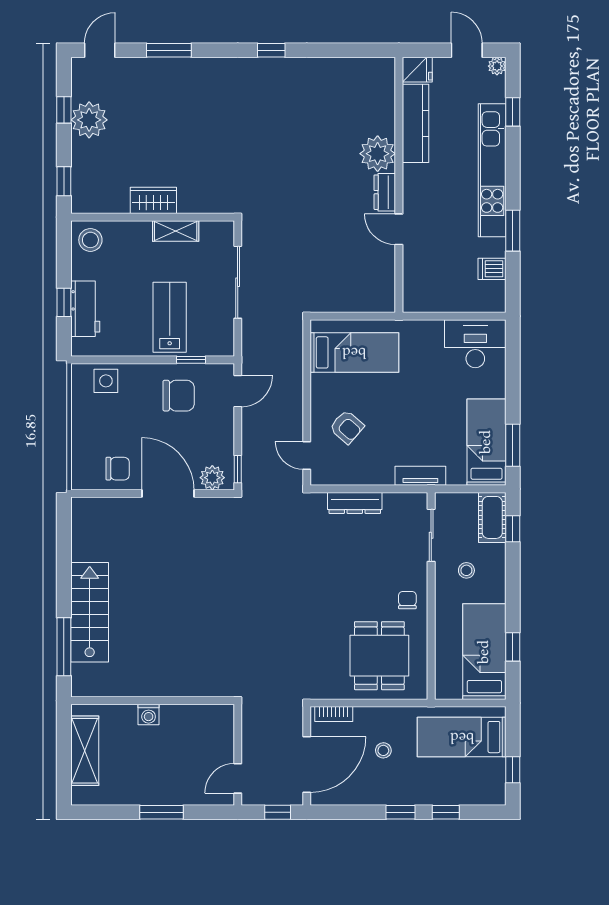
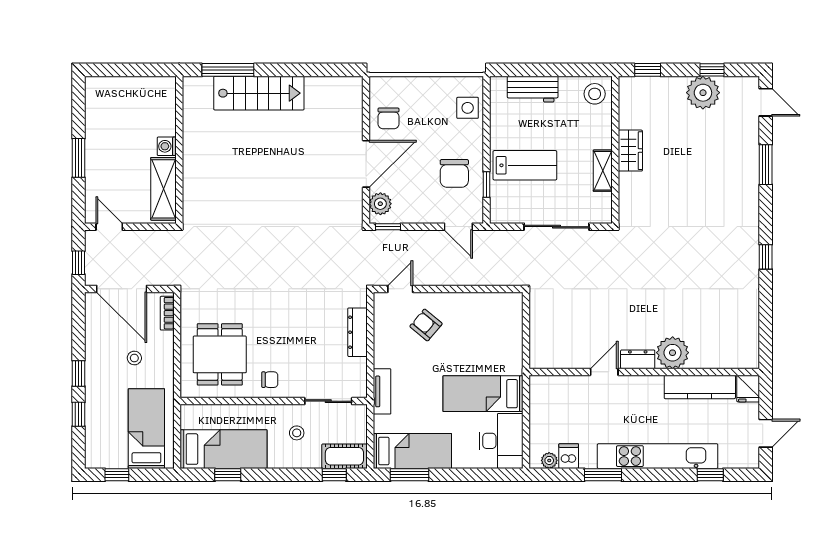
plant: (497, 66) -> (549, 460), moved
window: (64, 302) -> (538, 70), removed
bed: (354, 352) -> (483, 394), moved, turned 90
armchair: (347, 427) -> (426, 325), turned 89
dining table: (379, 656) -> (220, 354), turned 90
shelving: (85, 751) -> (163, 189), moved, turned 90

